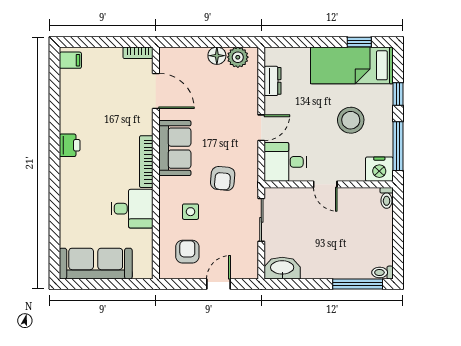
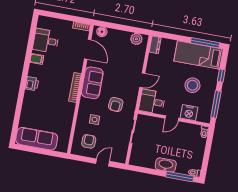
window: (359, 42) -> (205, 43), width x2.17
floor lamp: (217, 56) -> (102, 32), moved
filing cabinet: (70, 60) -> (37, 59), moved
dresser: (273, 81) -> (155, 45), moved
printer: (70, 145) -> (32, 84), moved
nightstand: (379, 169) -> (189, 113), moved
door: (325, 184) -> (172, 118), hinge flipped
desk: (132, 209) -> (46, 41), moved, turned 180
washbasin: (282, 268) -> (166, 165), moved

